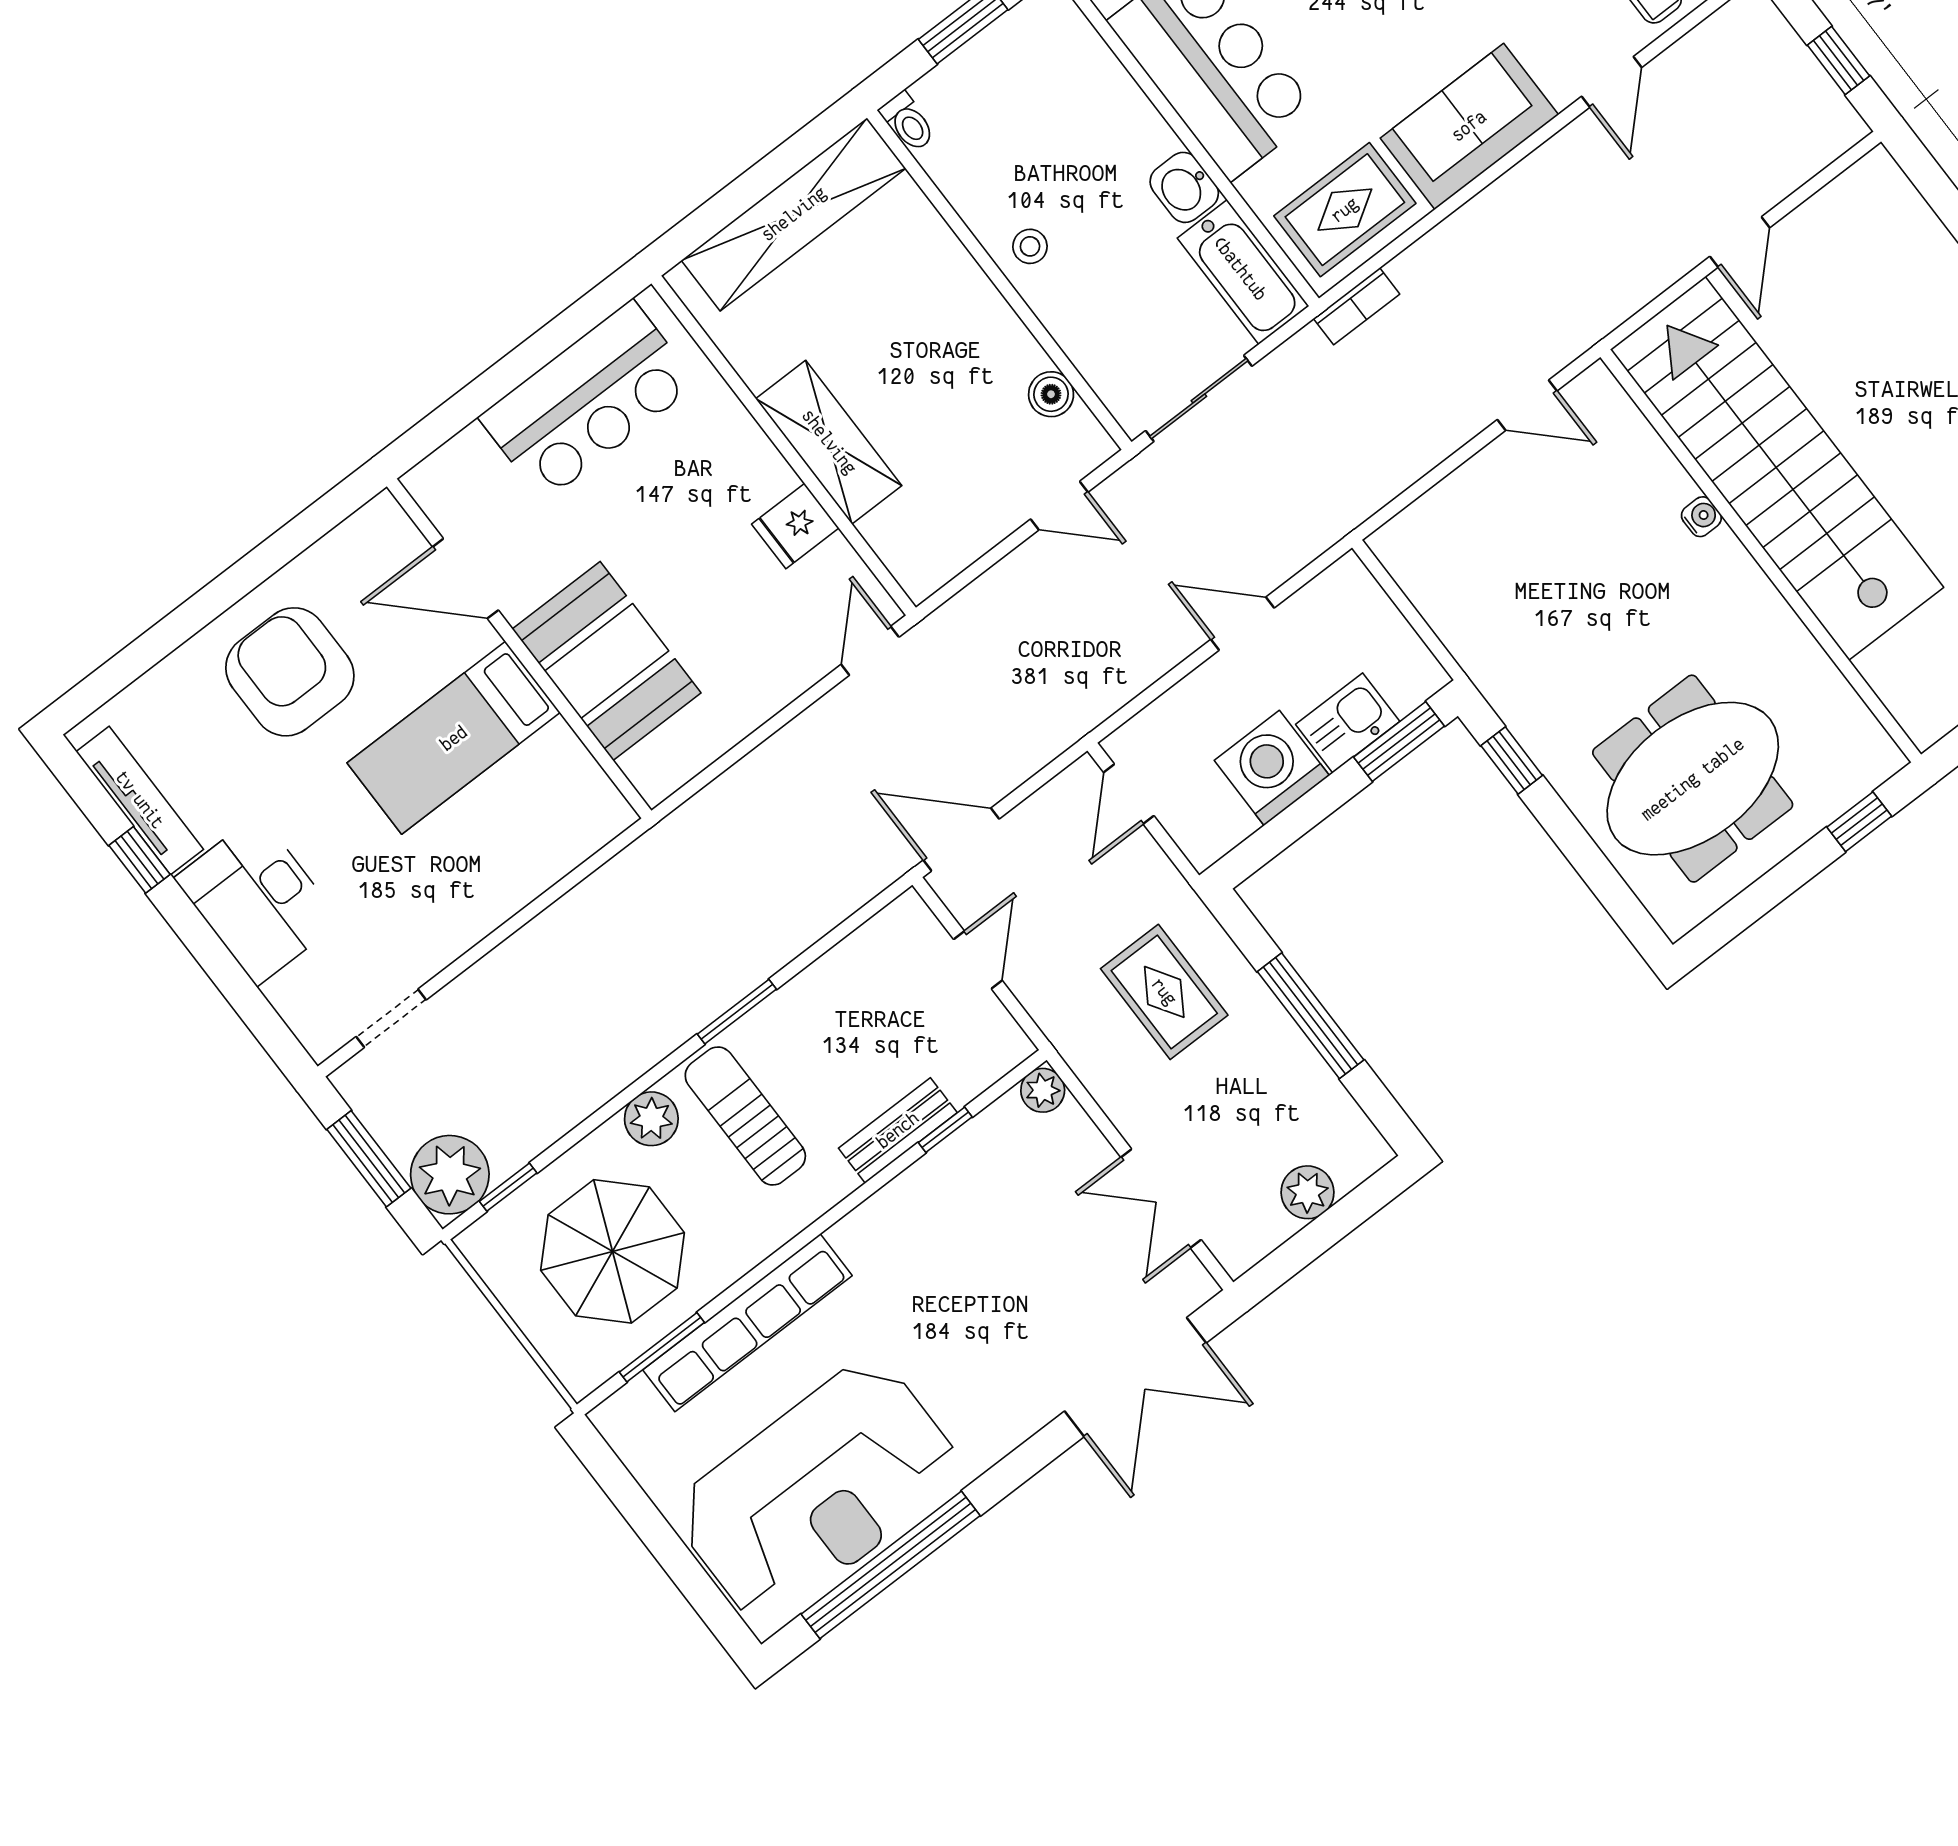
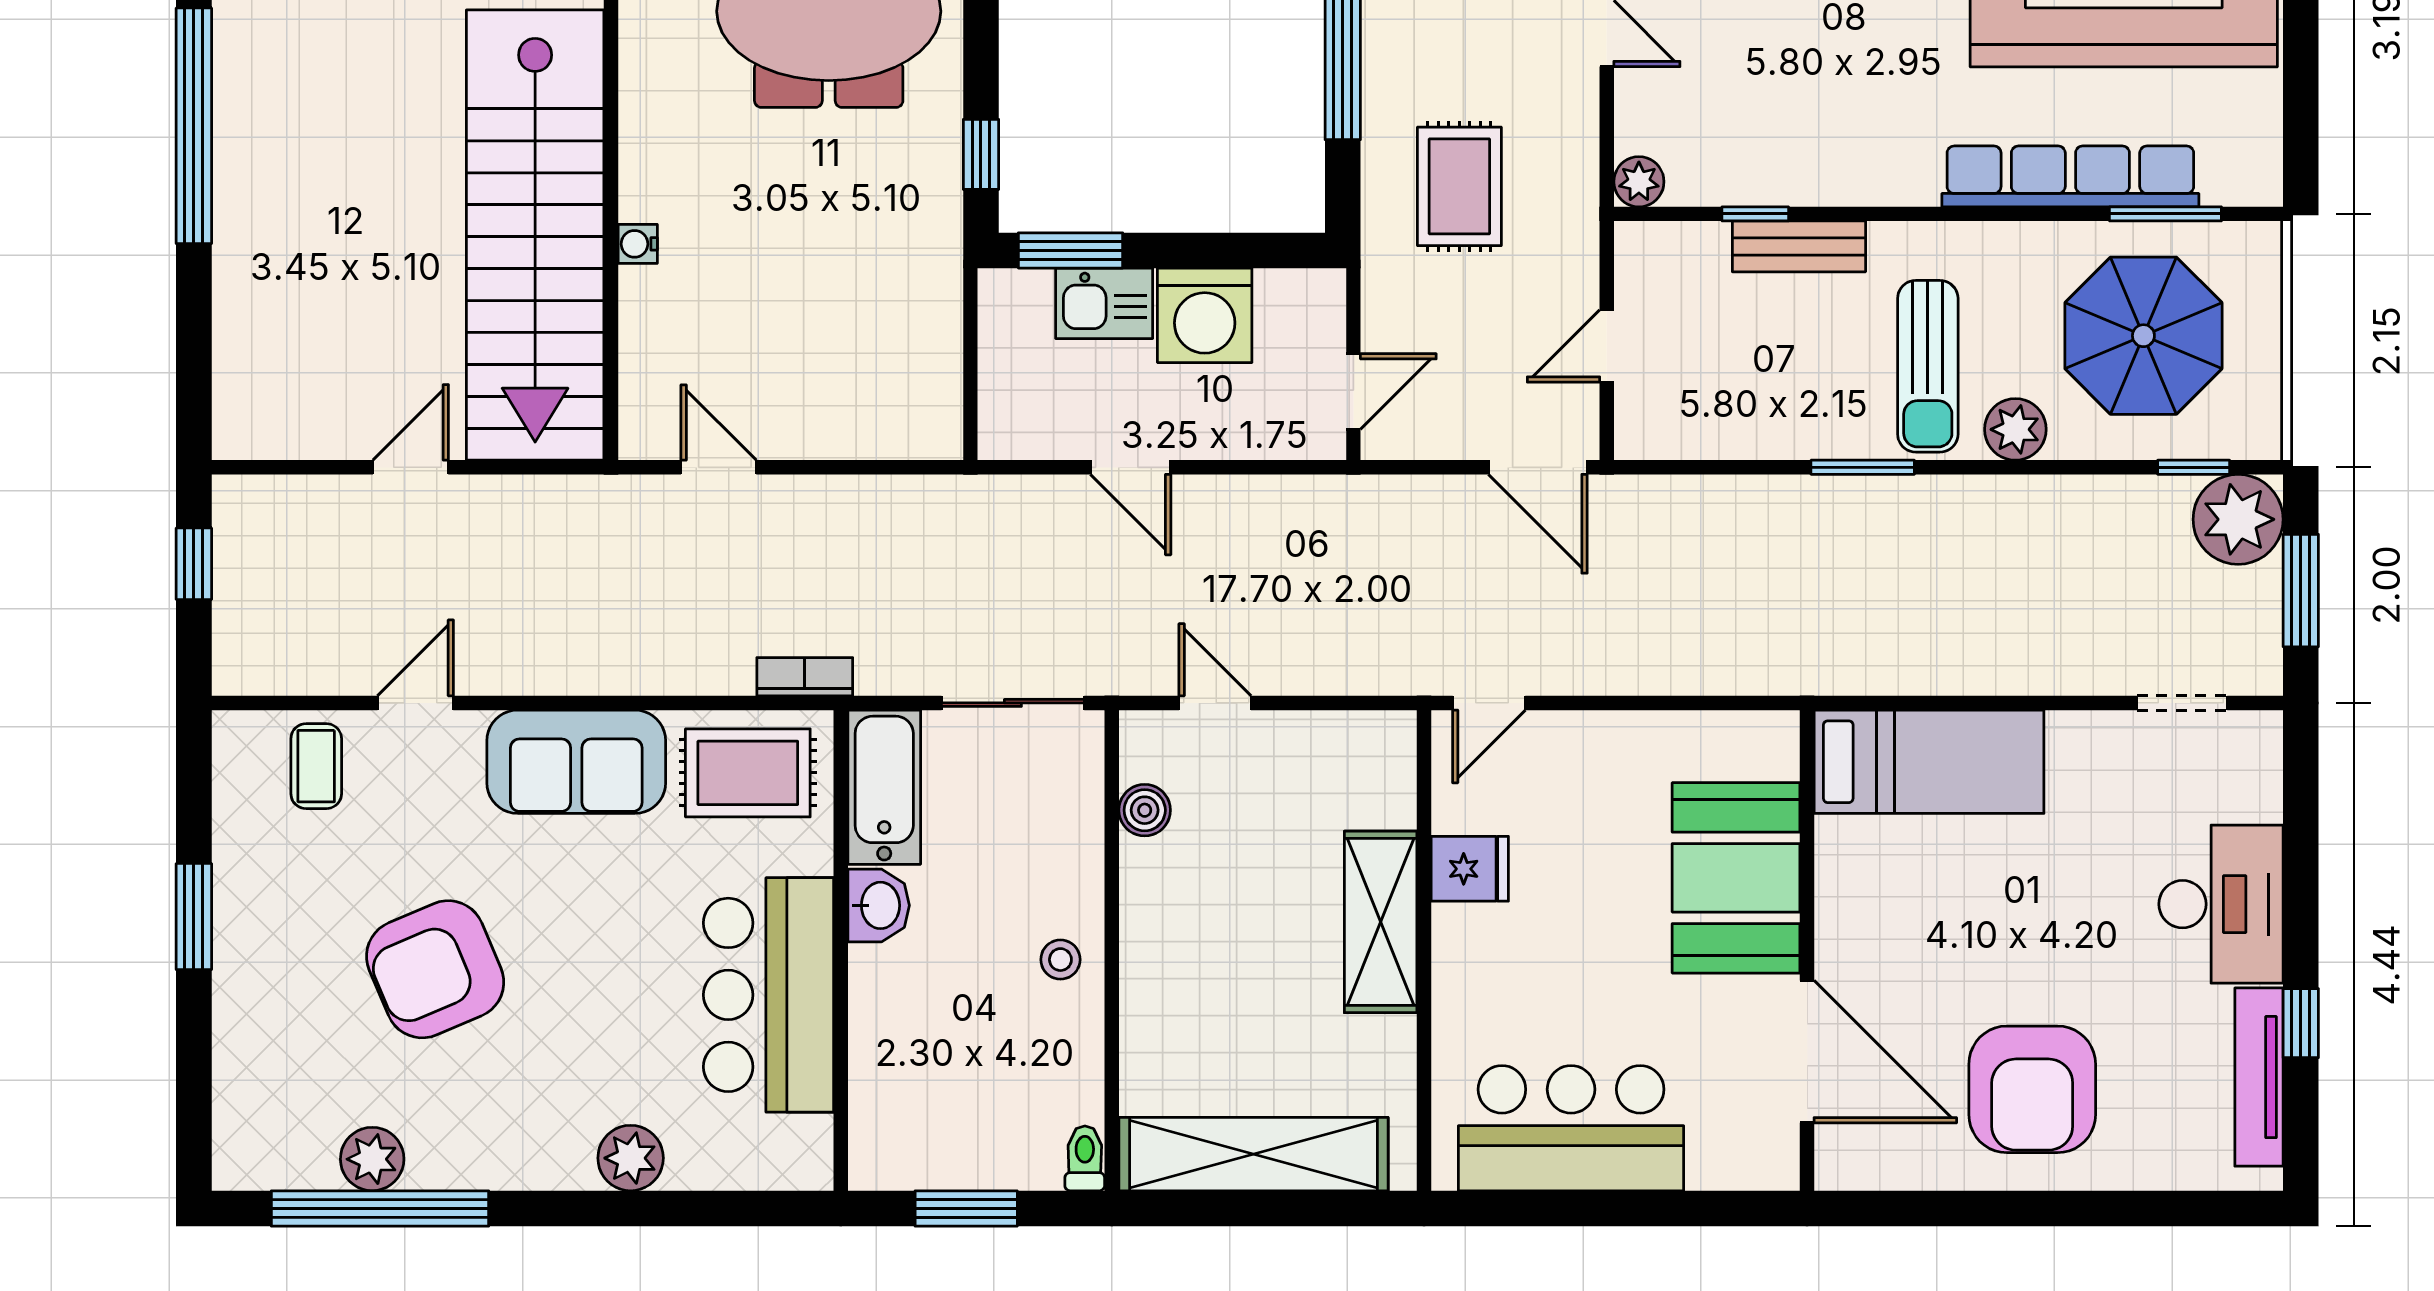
door: (465, 579) -> (1807, 1052), width x1.36
bed: (454, 738) -> (1929, 762), moved

